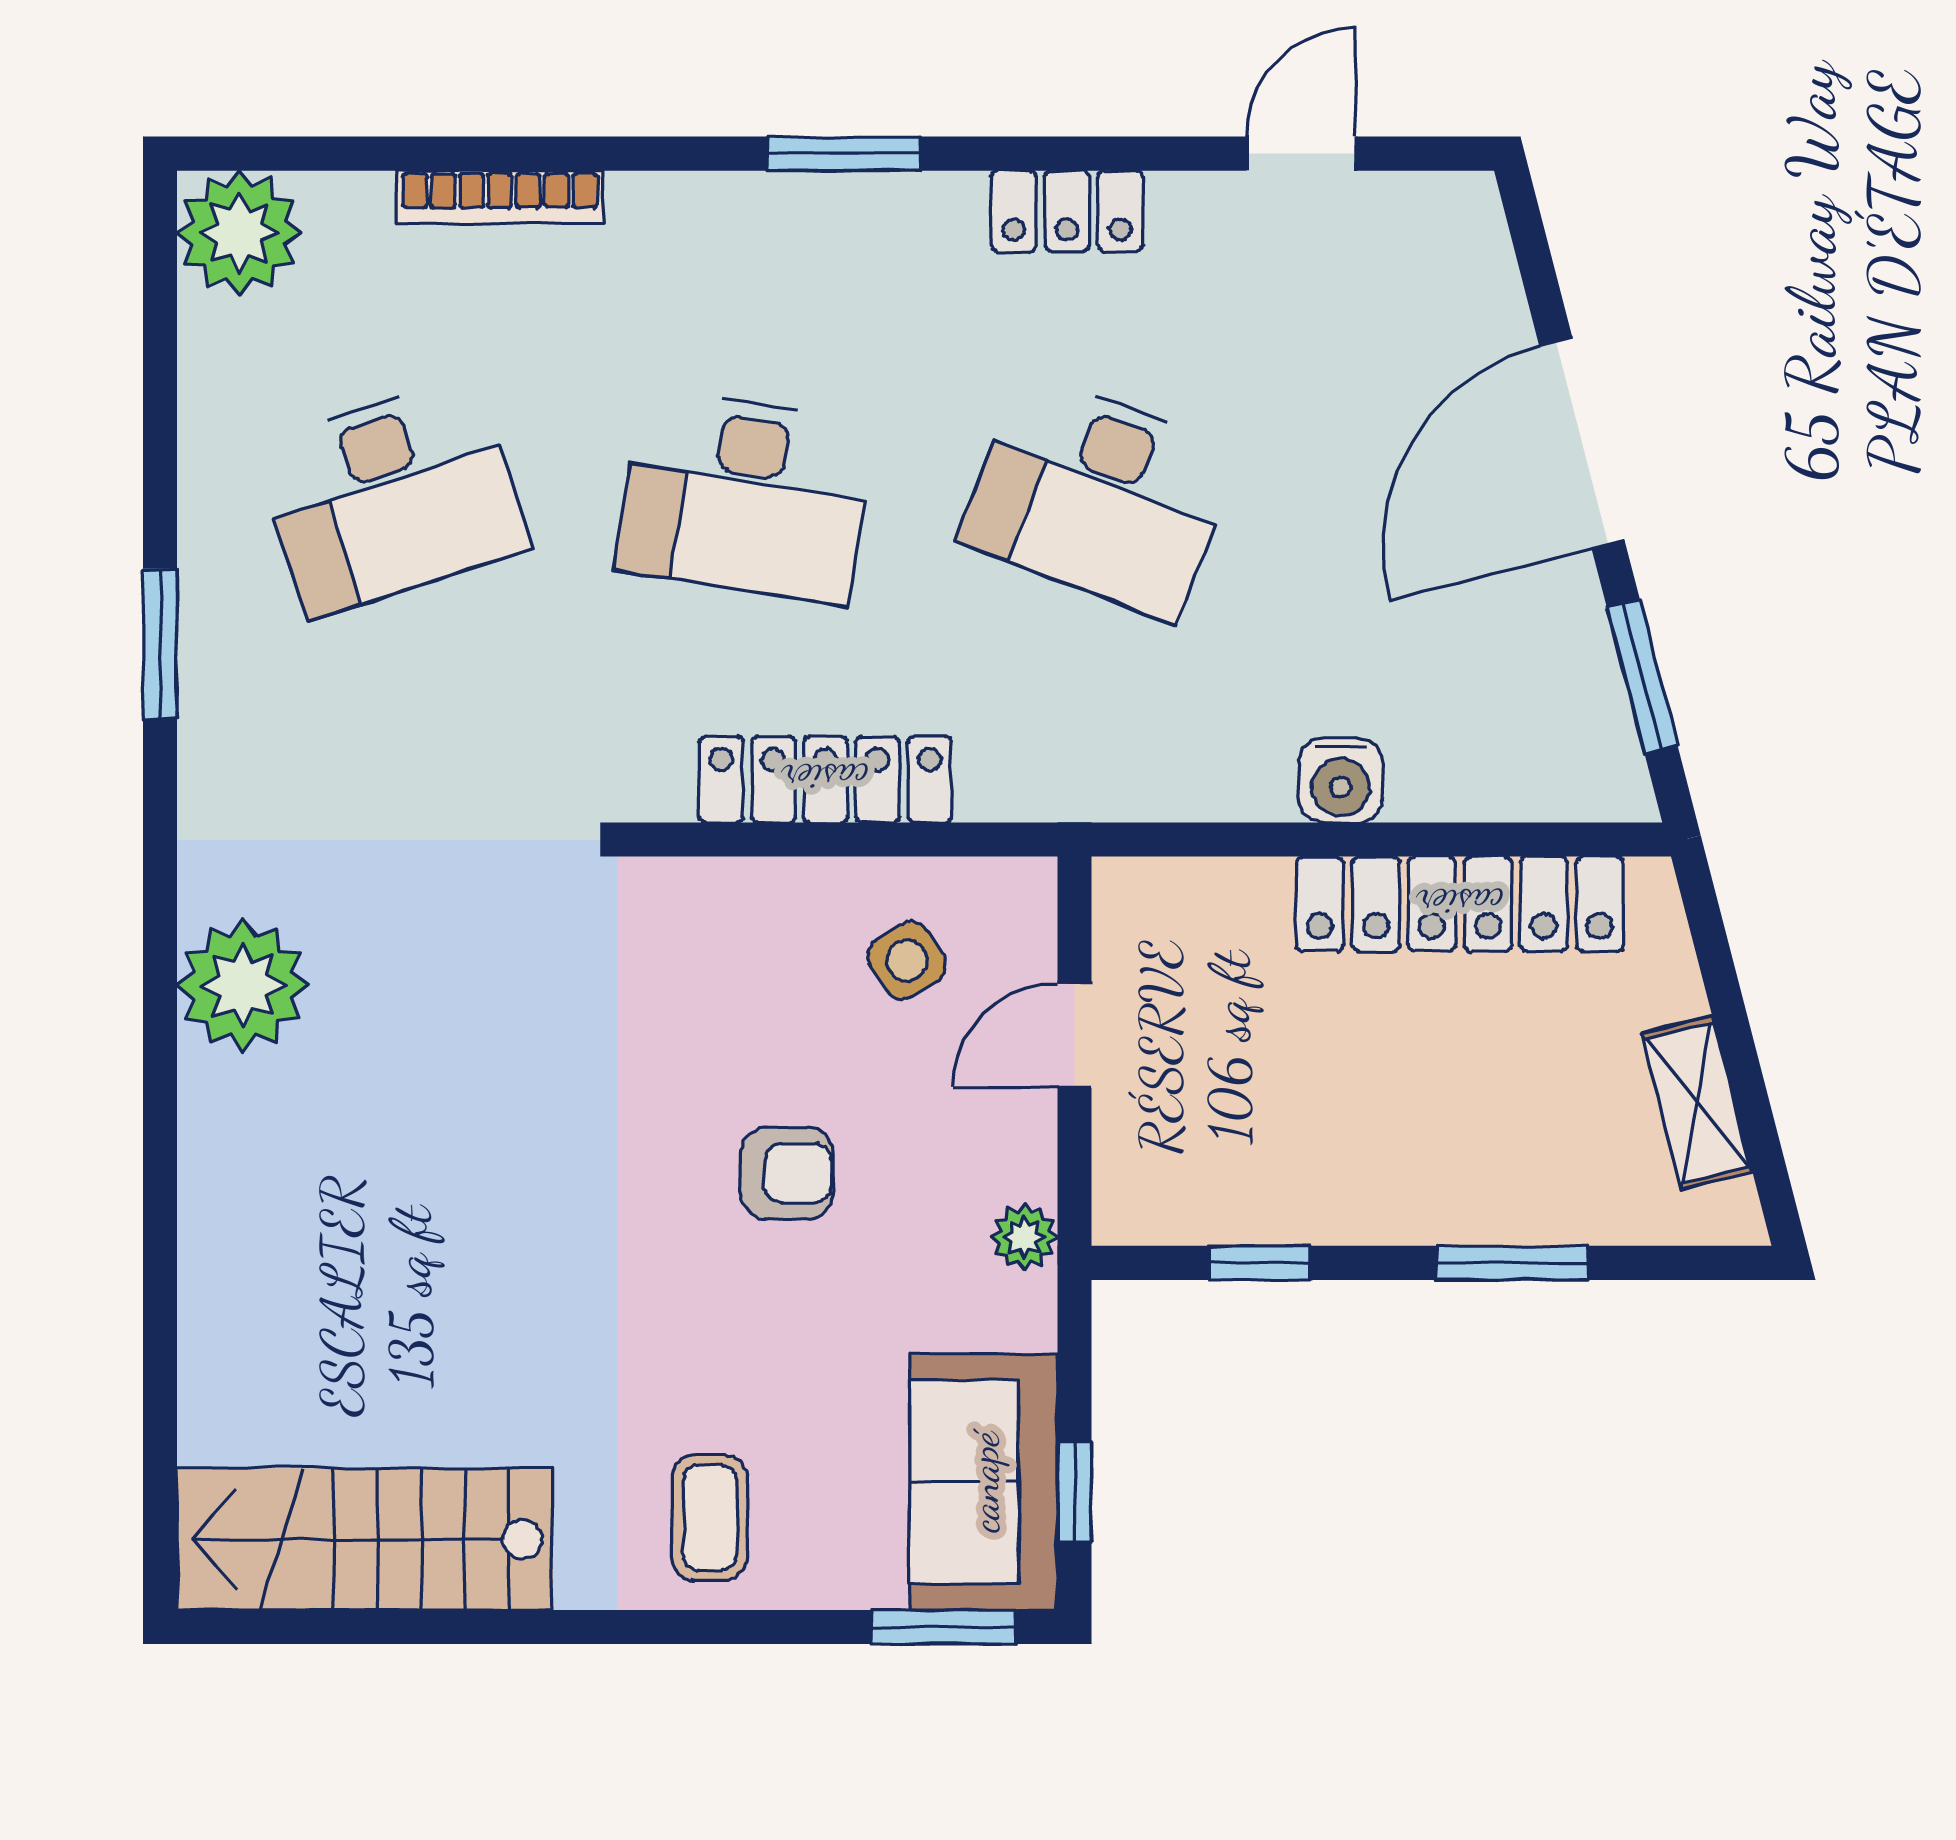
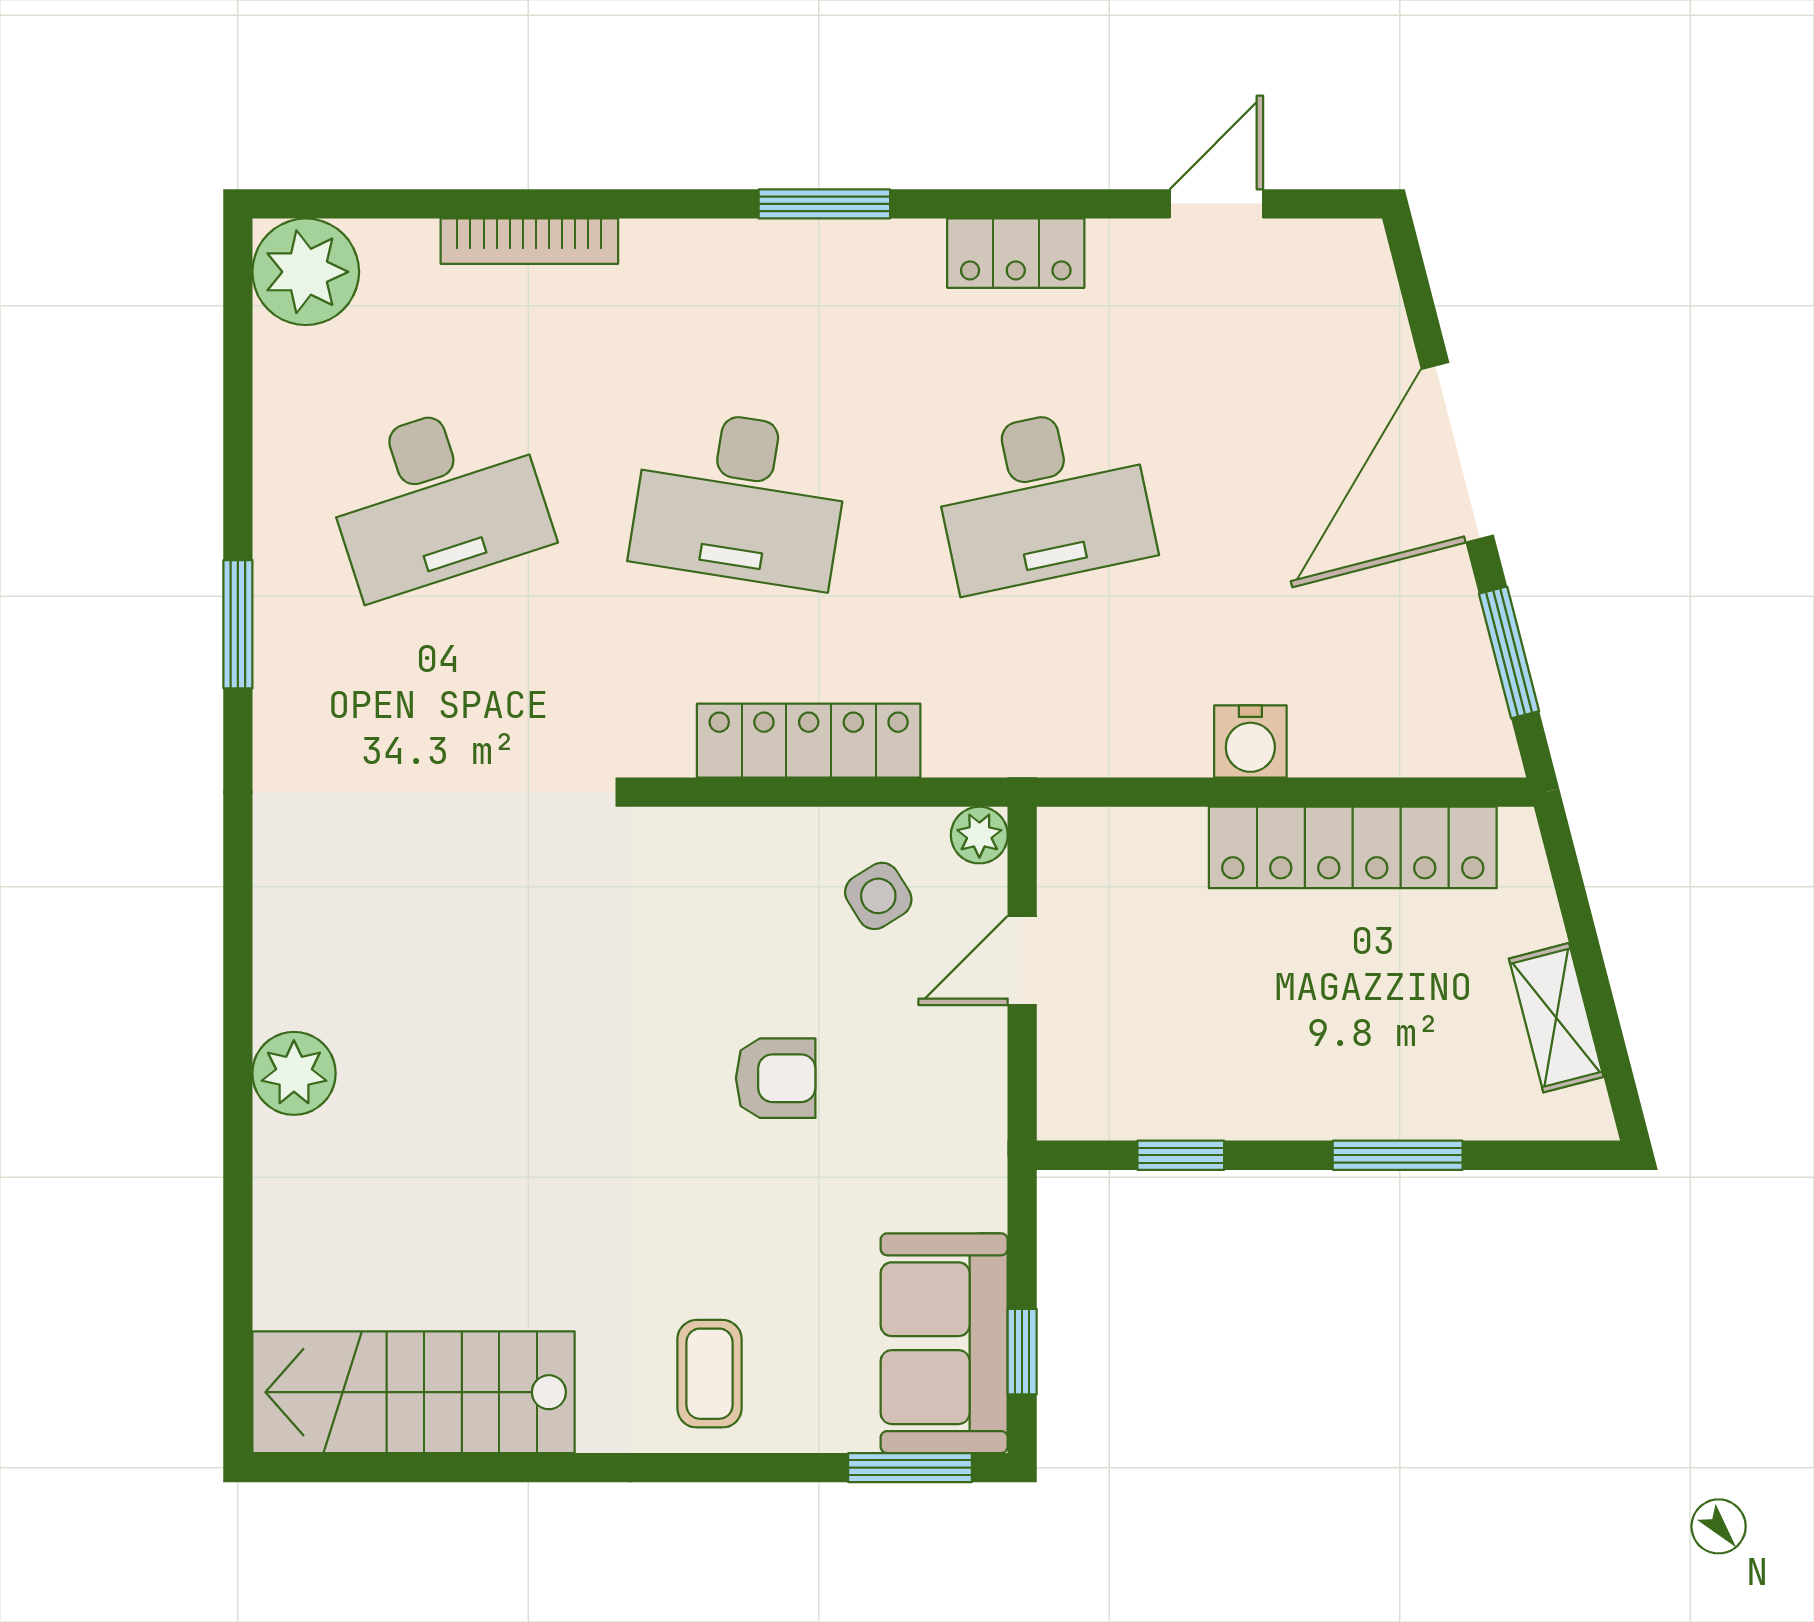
desk: (1099, 497) -> (1043, 498), turned -33
plant: (243, 985) -> (294, 1073), moved, width x0.73, depth x0.73
plant: (1024, 1237) -> (979, 835), moved

